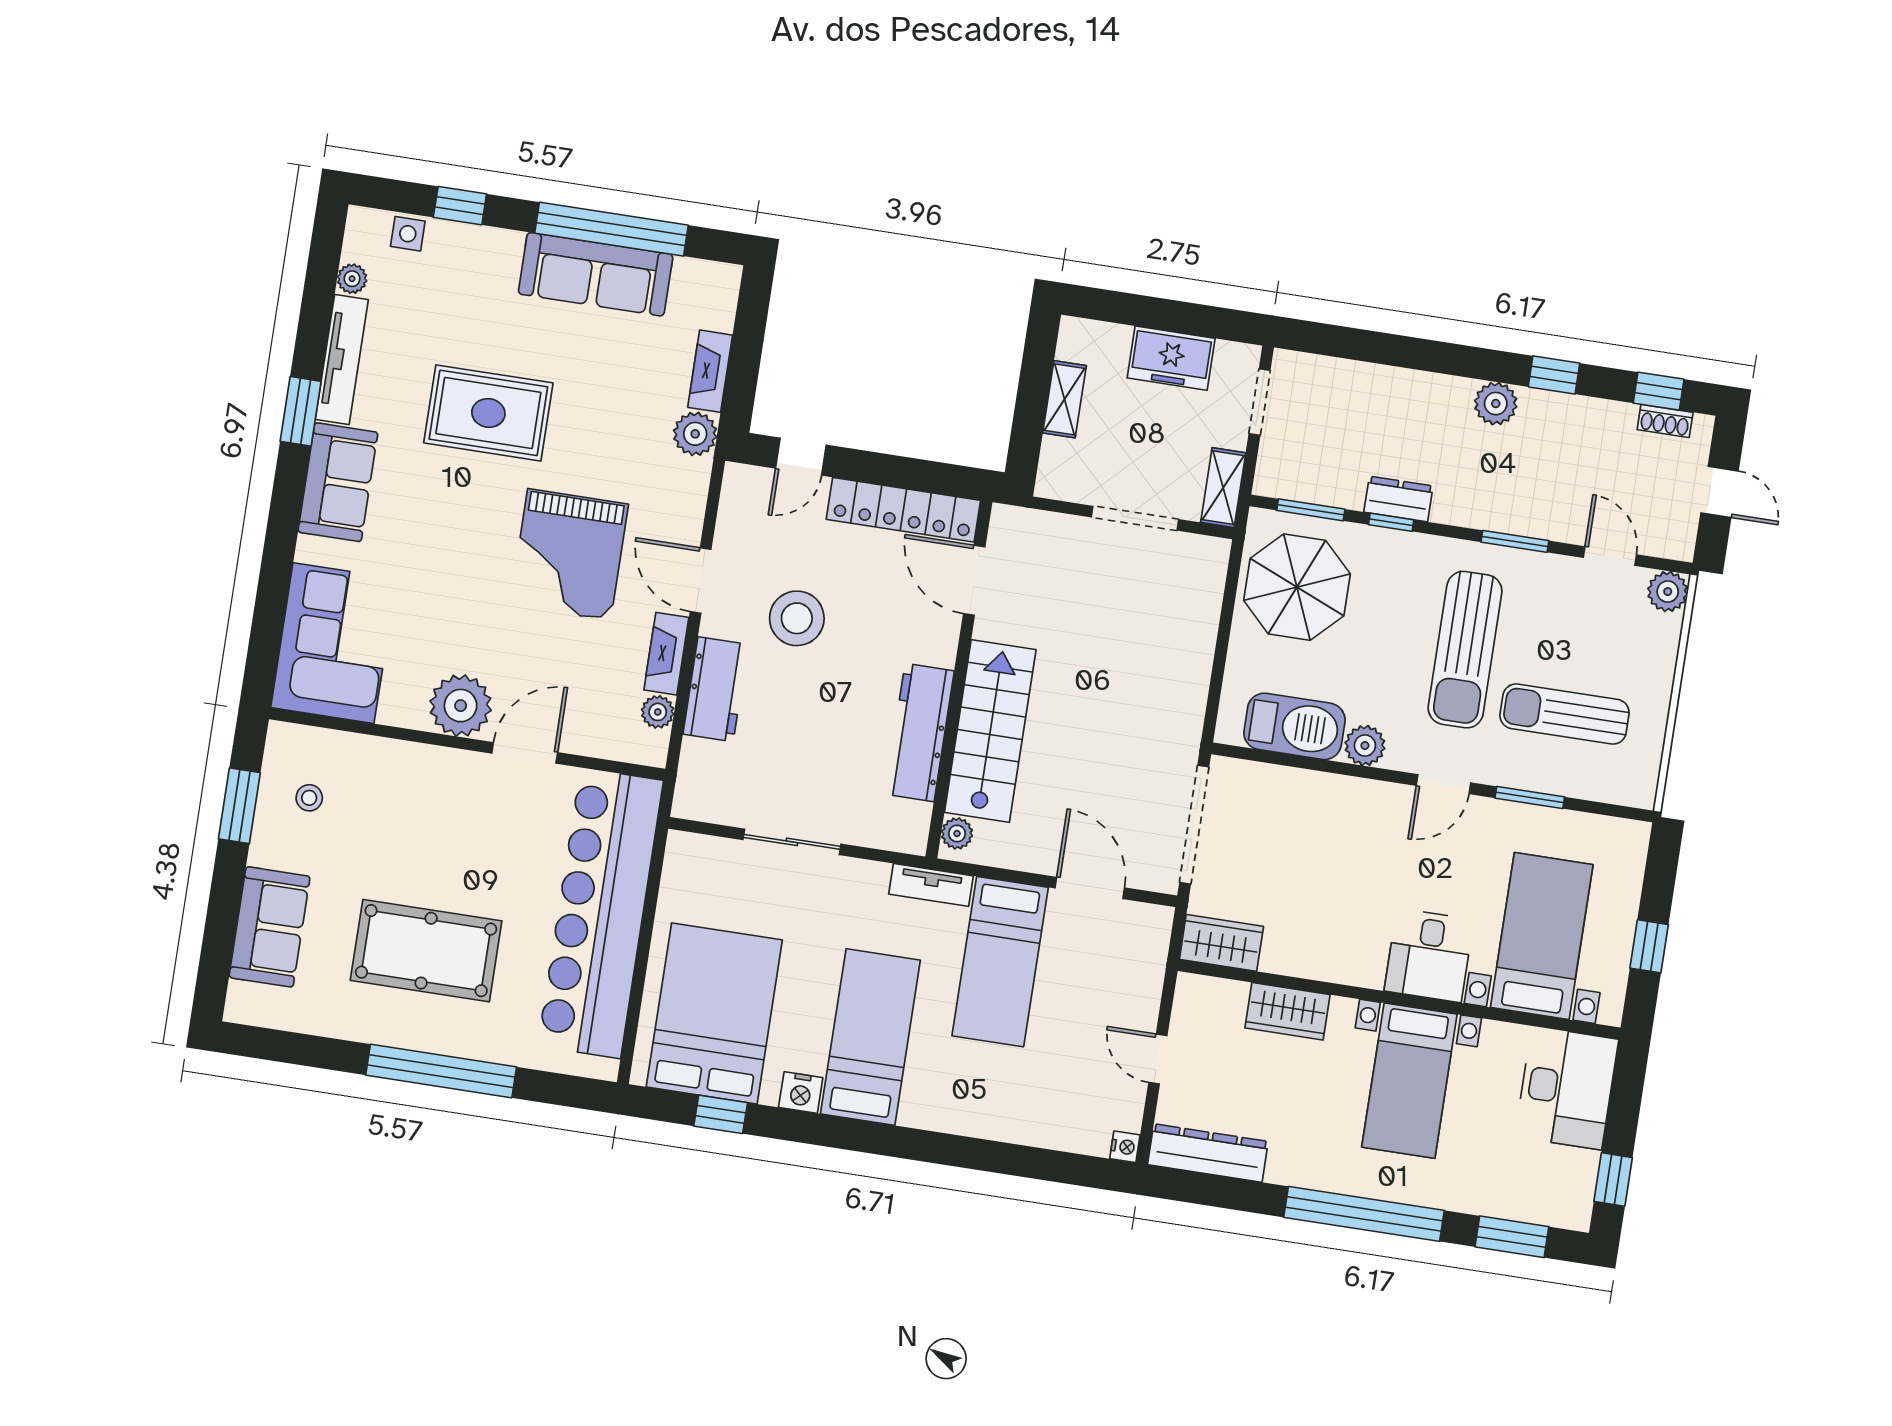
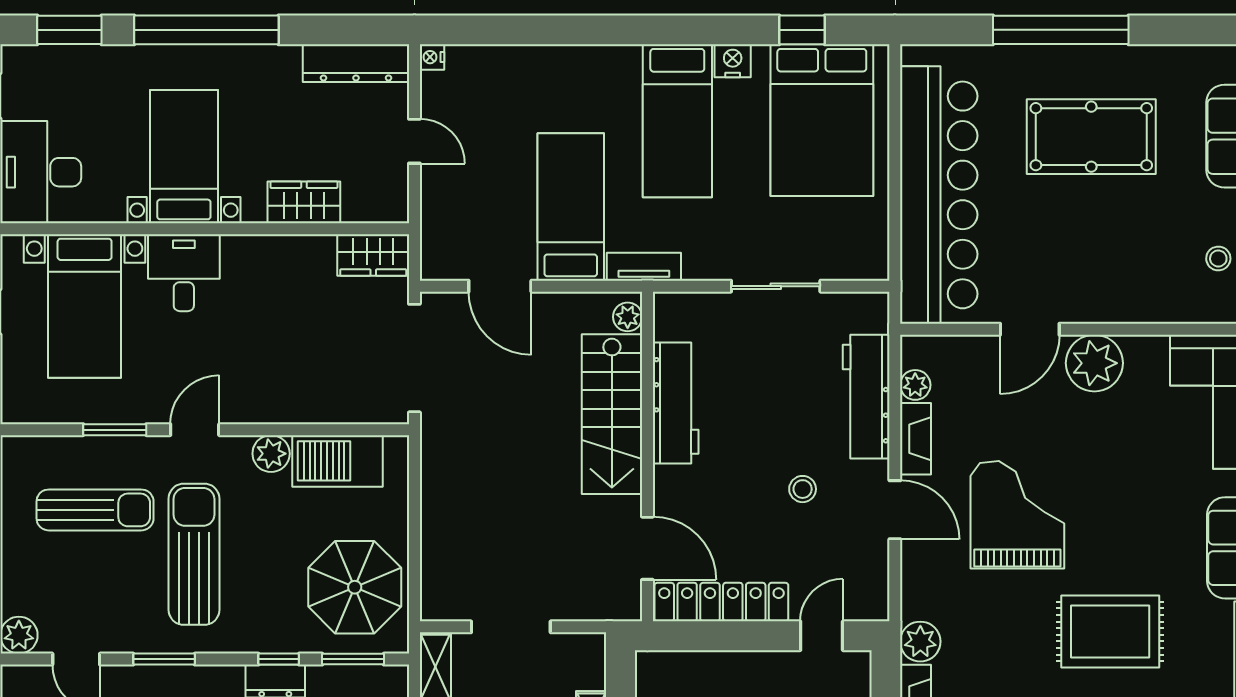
stool: (797, 618) -> (803, 489), width x0.53, depth x0.53
workbench: (716, 689) -> (866, 397), width x1.38

